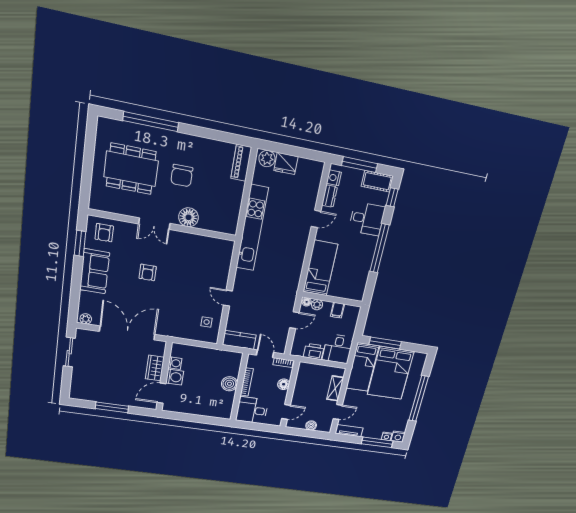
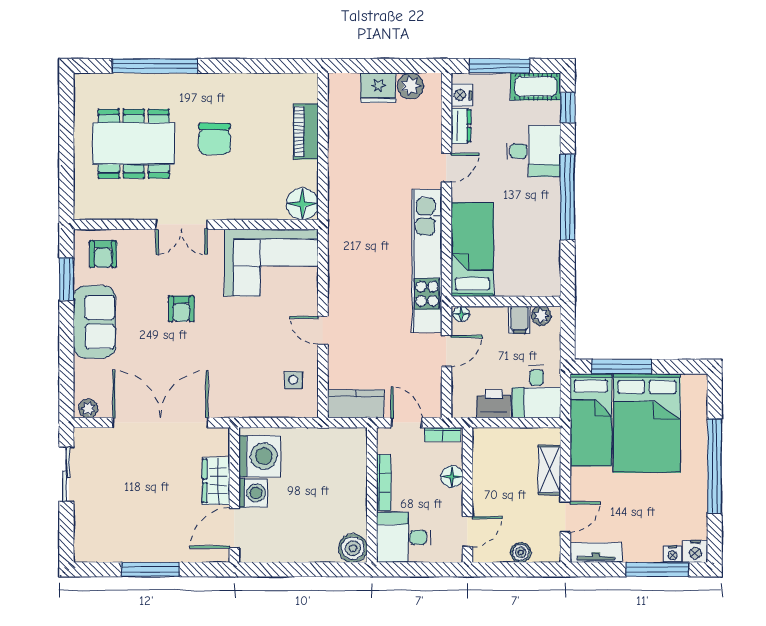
plant: (267, 159) -> (410, 86), moved
piano: (241, 163) -> (306, 132), moved
floor lamp: (189, 217) -> (302, 204), moved
kitchen unit: (252, 228) -> (427, 261), moved, turned 180
corner sofa: (205, 255) -> (271, 263), added
plant: (317, 305) -> (541, 316), moved
washing machine: (175, 363) -> (260, 456), width x1.89, depth x1.89
boiler: (229, 384) -> (353, 548), moved

